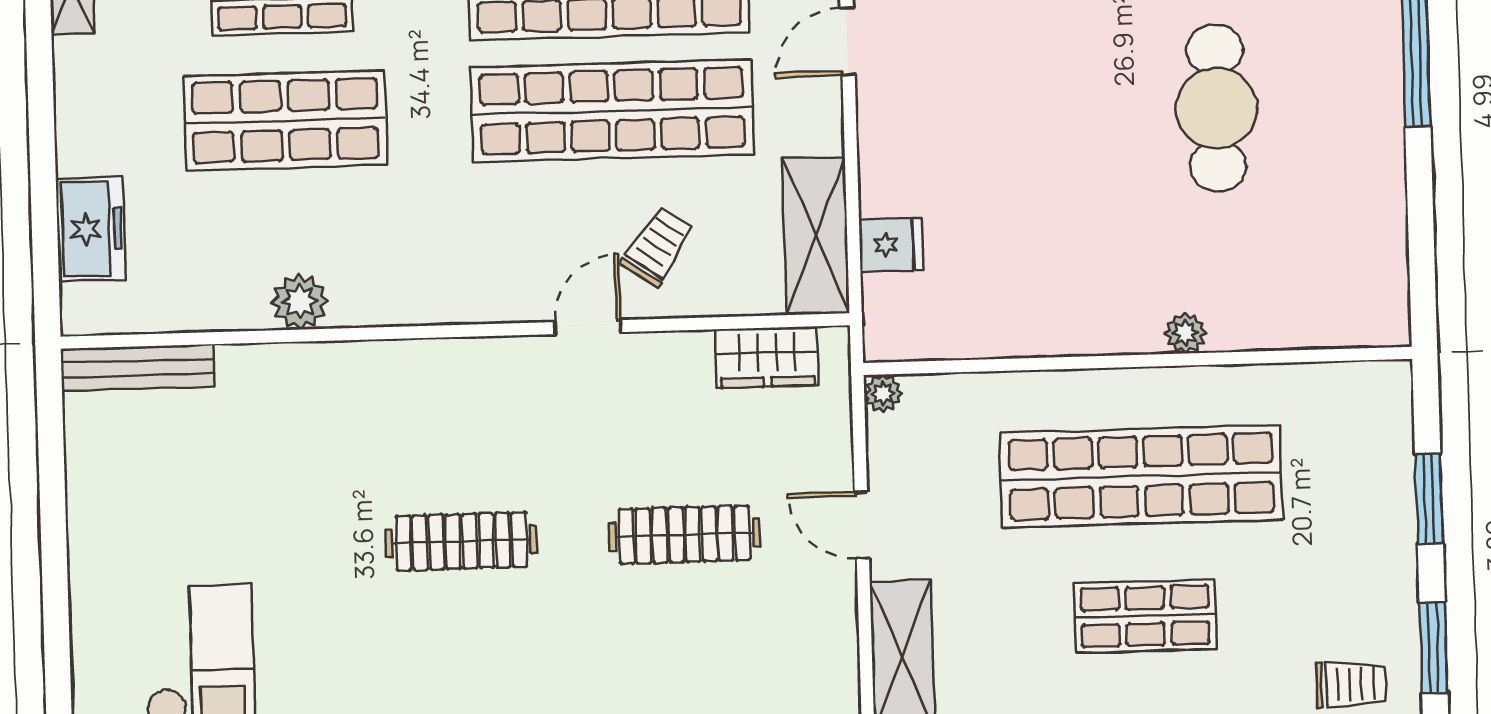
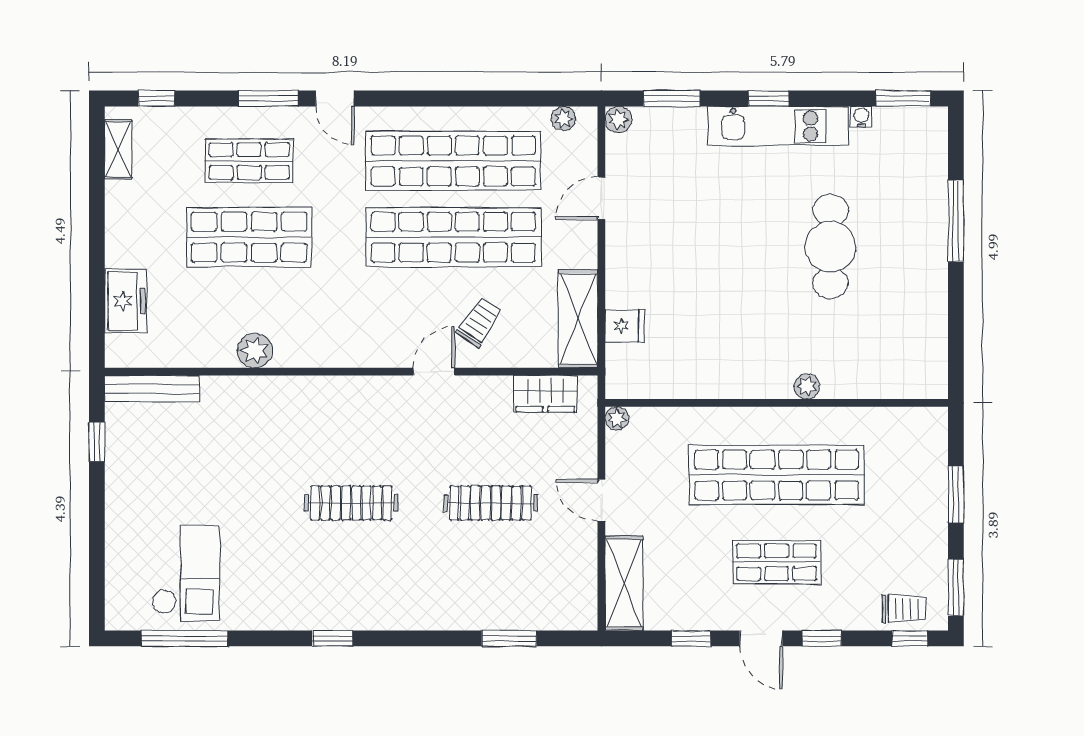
window: (51, 455) -> (97, 442), added

